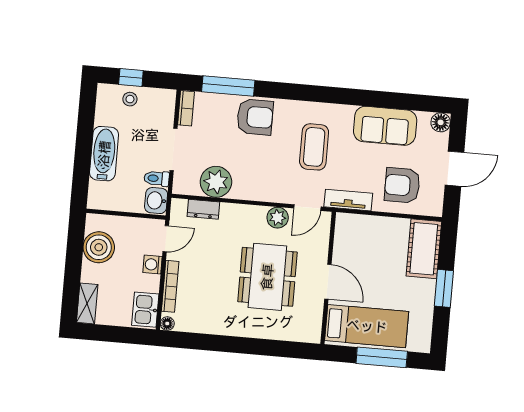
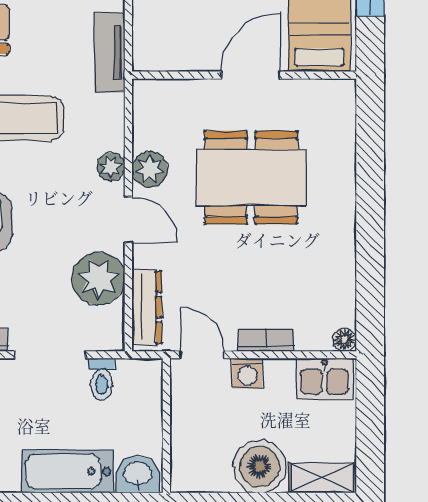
plant: (281, 195) -> (111, 167), added
washbasin: (156, 201) -> (138, 474), moved, turned 180
door: (307, 208) -> (128, 220), moved
dresser: (203, 209) -> (147, 307), width x1.44
boiler: (99, 247) -> (260, 466), moved
bookcase: (170, 286) -> (266, 340), width x0.64

